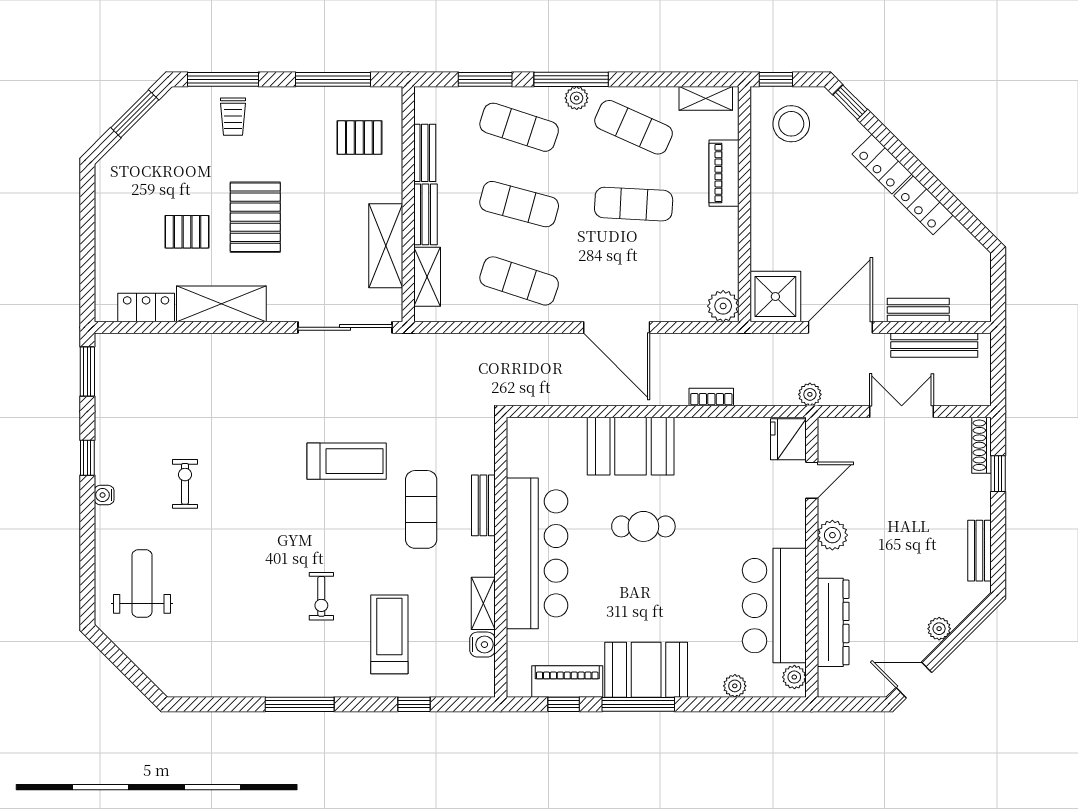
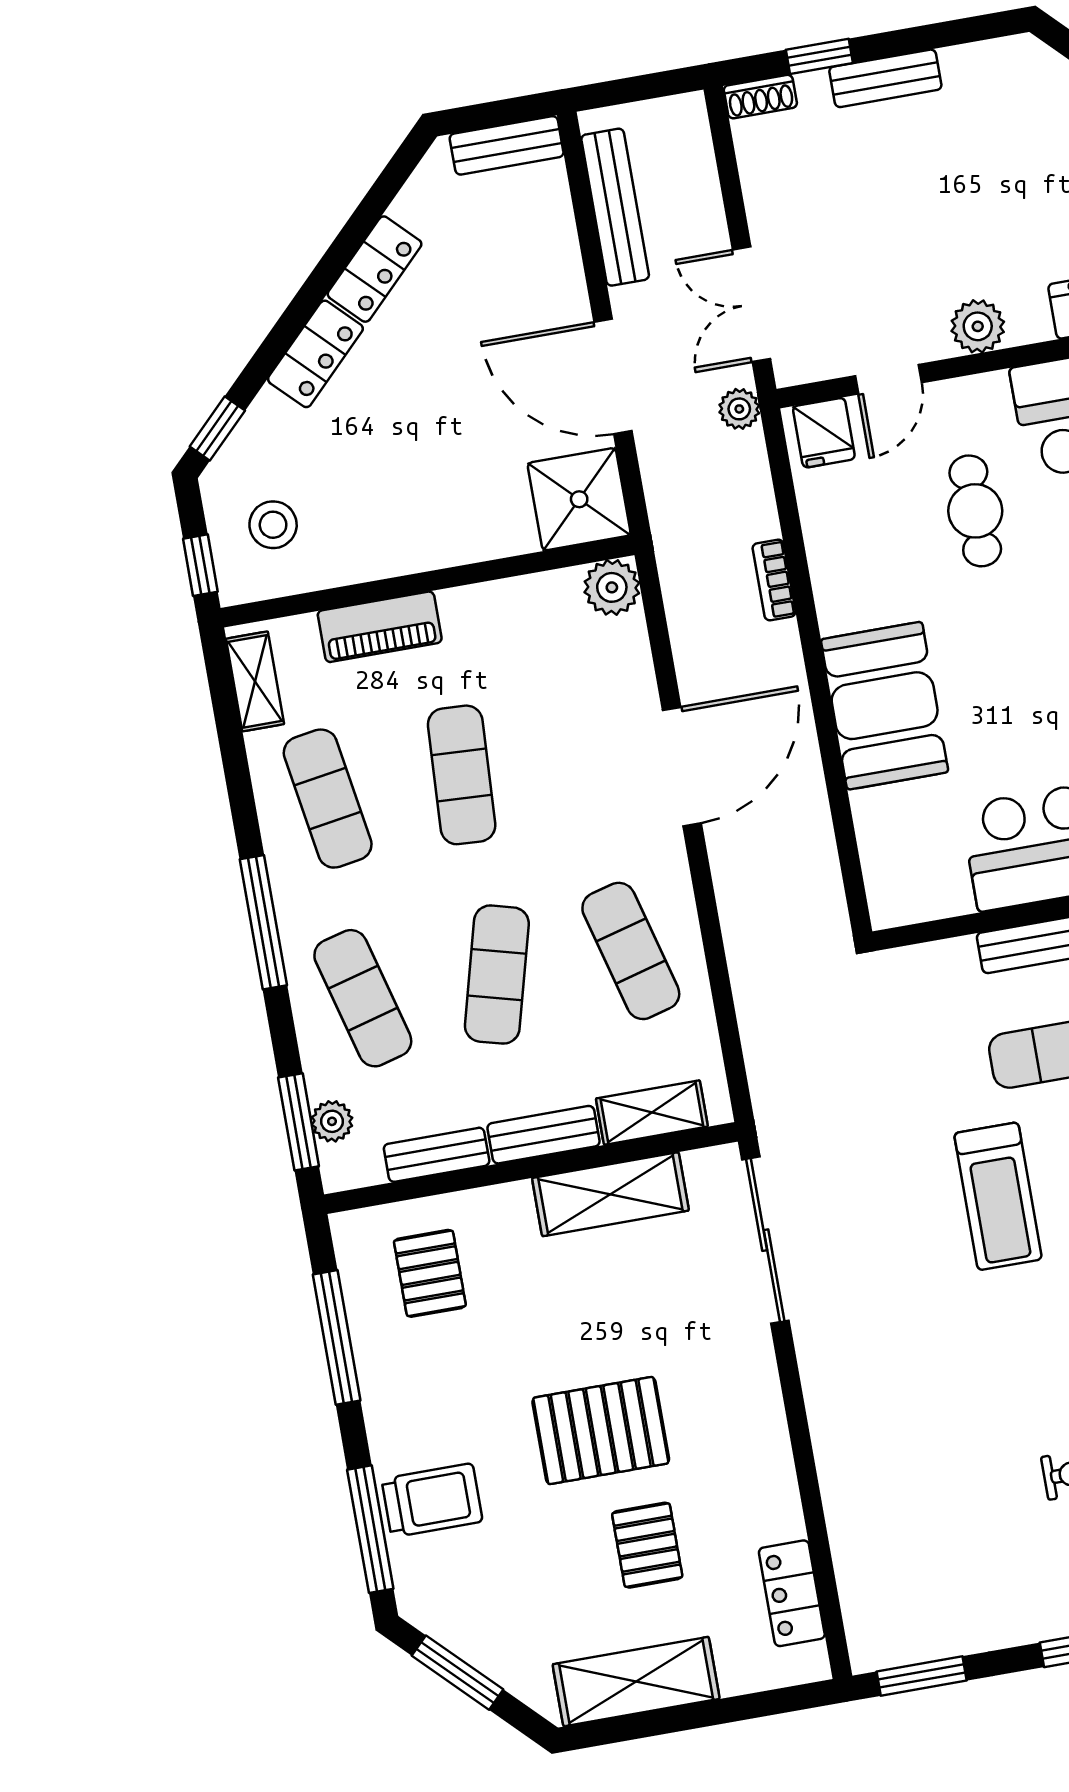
window: (485, 79) -> (299, 1122), moved
plant: (577, 98) -> (332, 1121), moved
trolley: (233, 117) -> (432, 1500), width x1.36, depth x1.39
stool: (791, 124) -> (273, 525), width x0.73, depth x0.73
exercise mat: (519, 127) -> (363, 998), turned -33
exercise mat: (634, 127) -> (328, 799), turned -33
exercise mat: (519, 281) -> (631, 951), turned -33
shelving: (221, 304) -> (636, 1682), moved, turned 90
bench: (918, 310) -> (507, 145), moved, turned 90
double door: (902, 411) -> (752, 304), moved
fridge: (788, 439) -> (824, 433), width x0.72
shoe rack: (982, 445) -> (760, 97), width x0.70
treadmill: (347, 461) -> (998, 1196), turned 180
door: (812, 480) -> (888, 379), swing flipped
cafe table: (643, 526) -> (975, 511), moved
bench: (979, 551) -> (885, 78), moved

